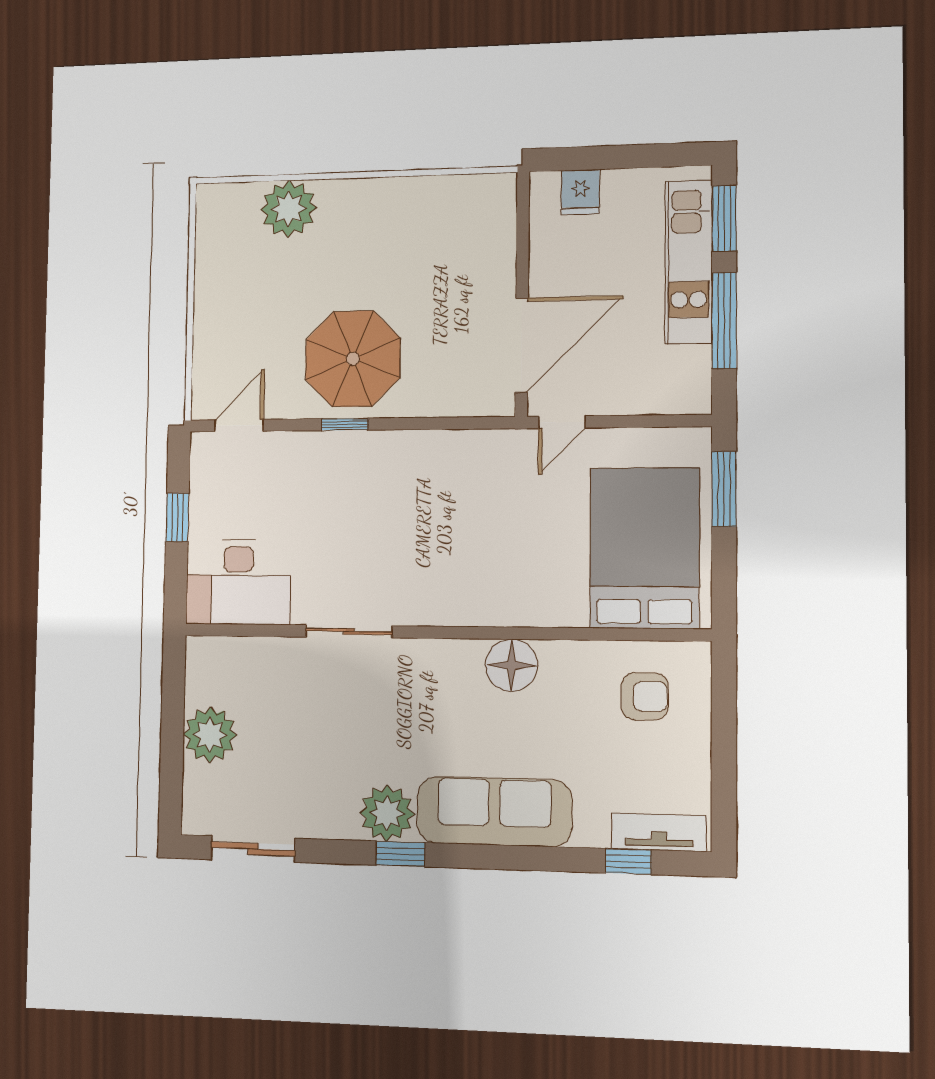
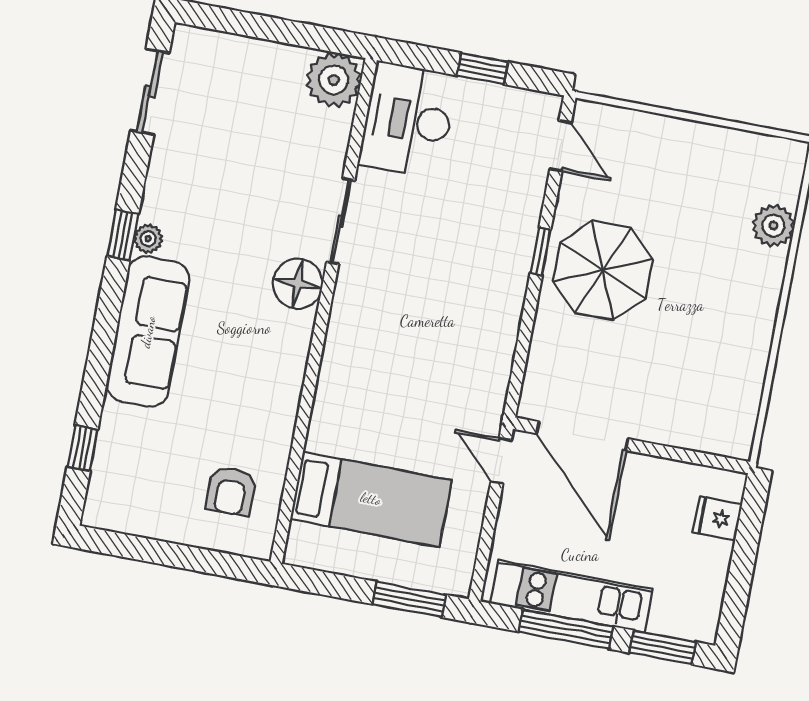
plant: (289, 209) -> (773, 226), width x0.73, depth x0.73
kitchen unit: (689, 262) -> (572, 596), moved
bed: (644, 548) -> (371, 499), width x0.67
floor lamp: (511, 665) -> (298, 284), moved
plant: (210, 735) -> (334, 80), moved
plant: (387, 813) -> (148, 239), width x0.53, depth x0.53
tv unit: (659, 832) -> (105, 481), removed

